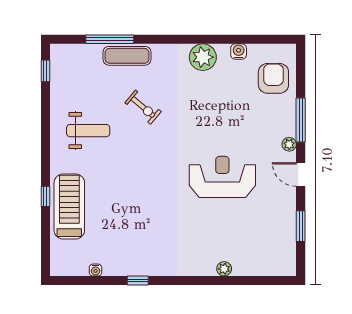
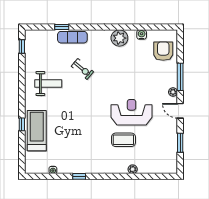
window: (110, 39) -> (62, 27), width x0.46
coffee table: (209, 221) -> (123, 140), added

